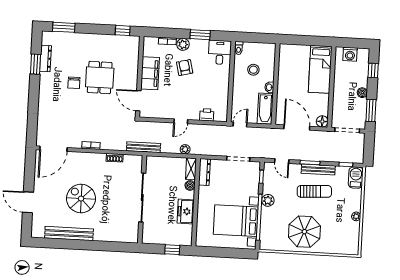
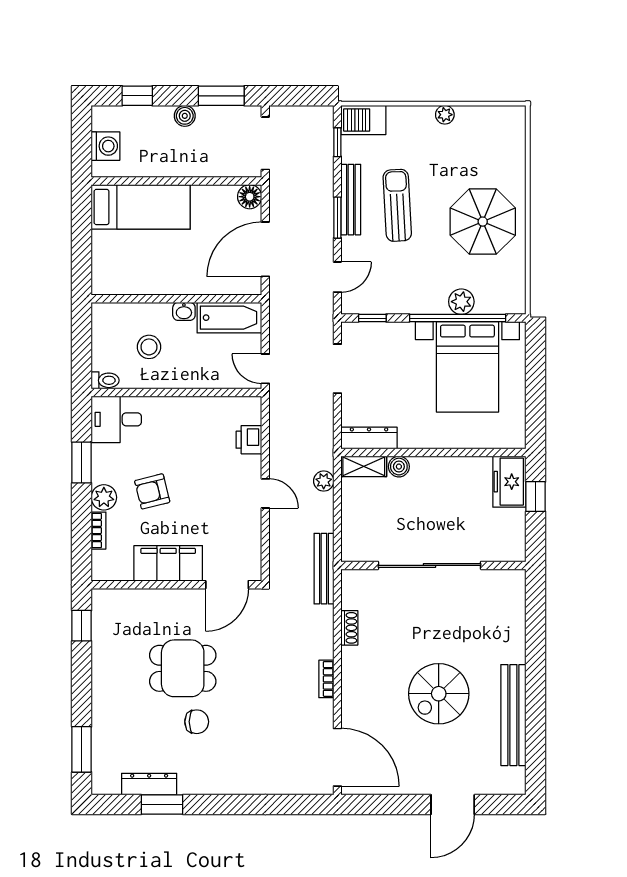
plant: (268, 200) -> (461, 302), moved
freezer: (186, 211) -> (509, 482), moved, turned 90

